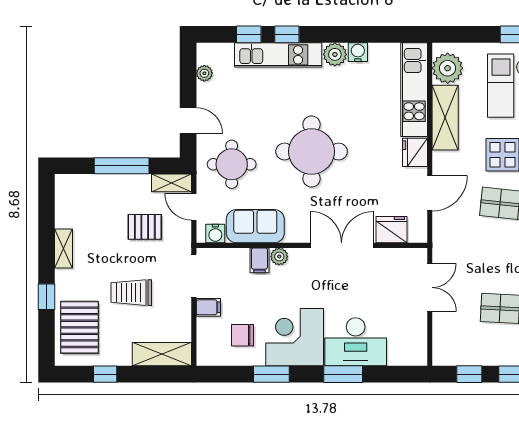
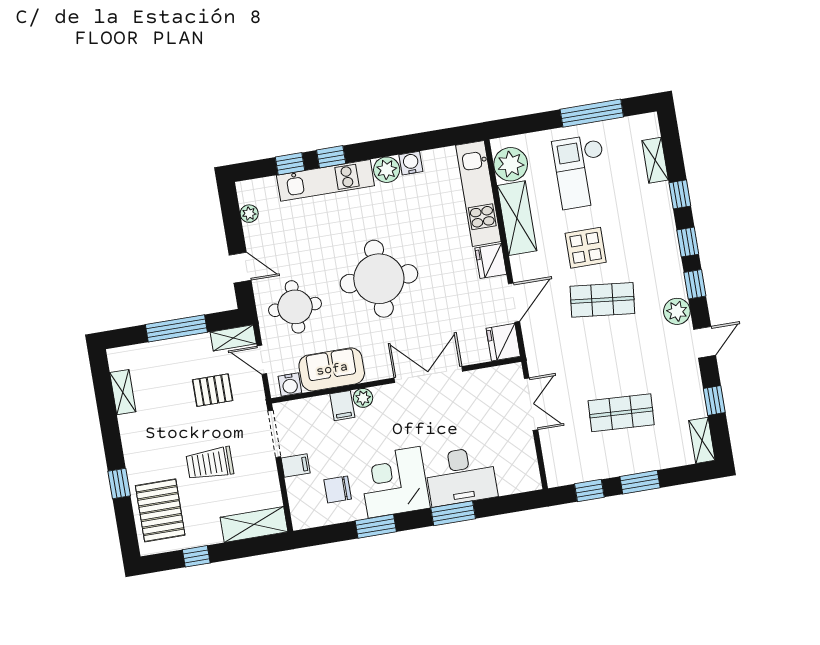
fridge: (391, 230) -> (503, 342), moved, turned -90
shelving: (64, 248) -> (123, 392), moved

